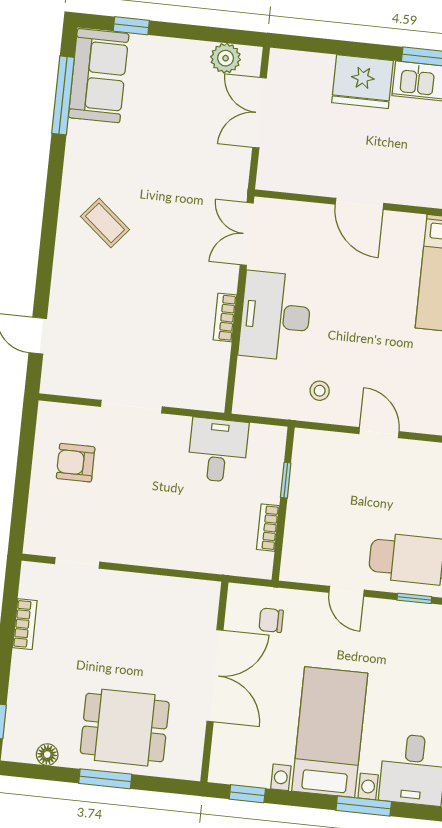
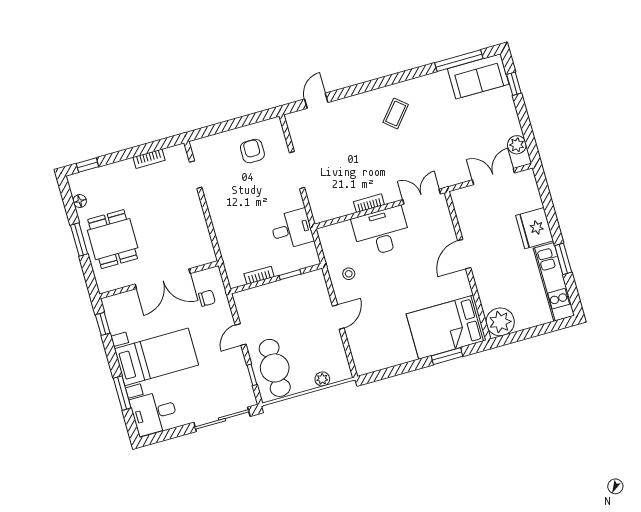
chair: (271, 620) -> (207, 298), turned 90

